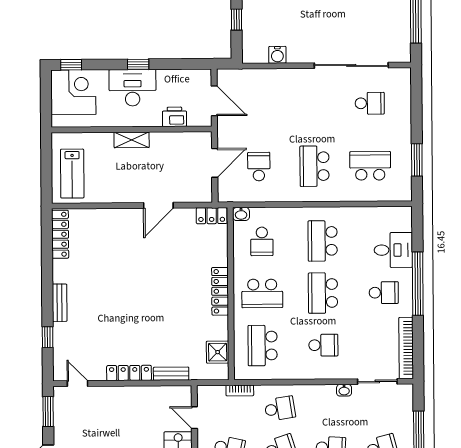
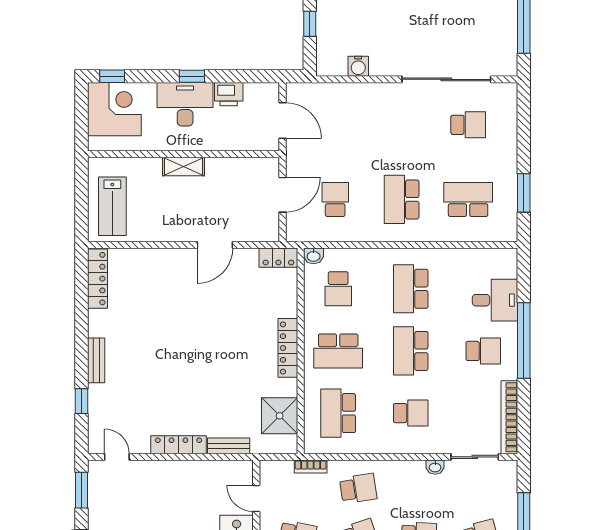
printer: (174, 117) -> (229, 94), moved, turned 180
shower: (218, 352) -> (280, 416), width x1.36, depth x1.36

